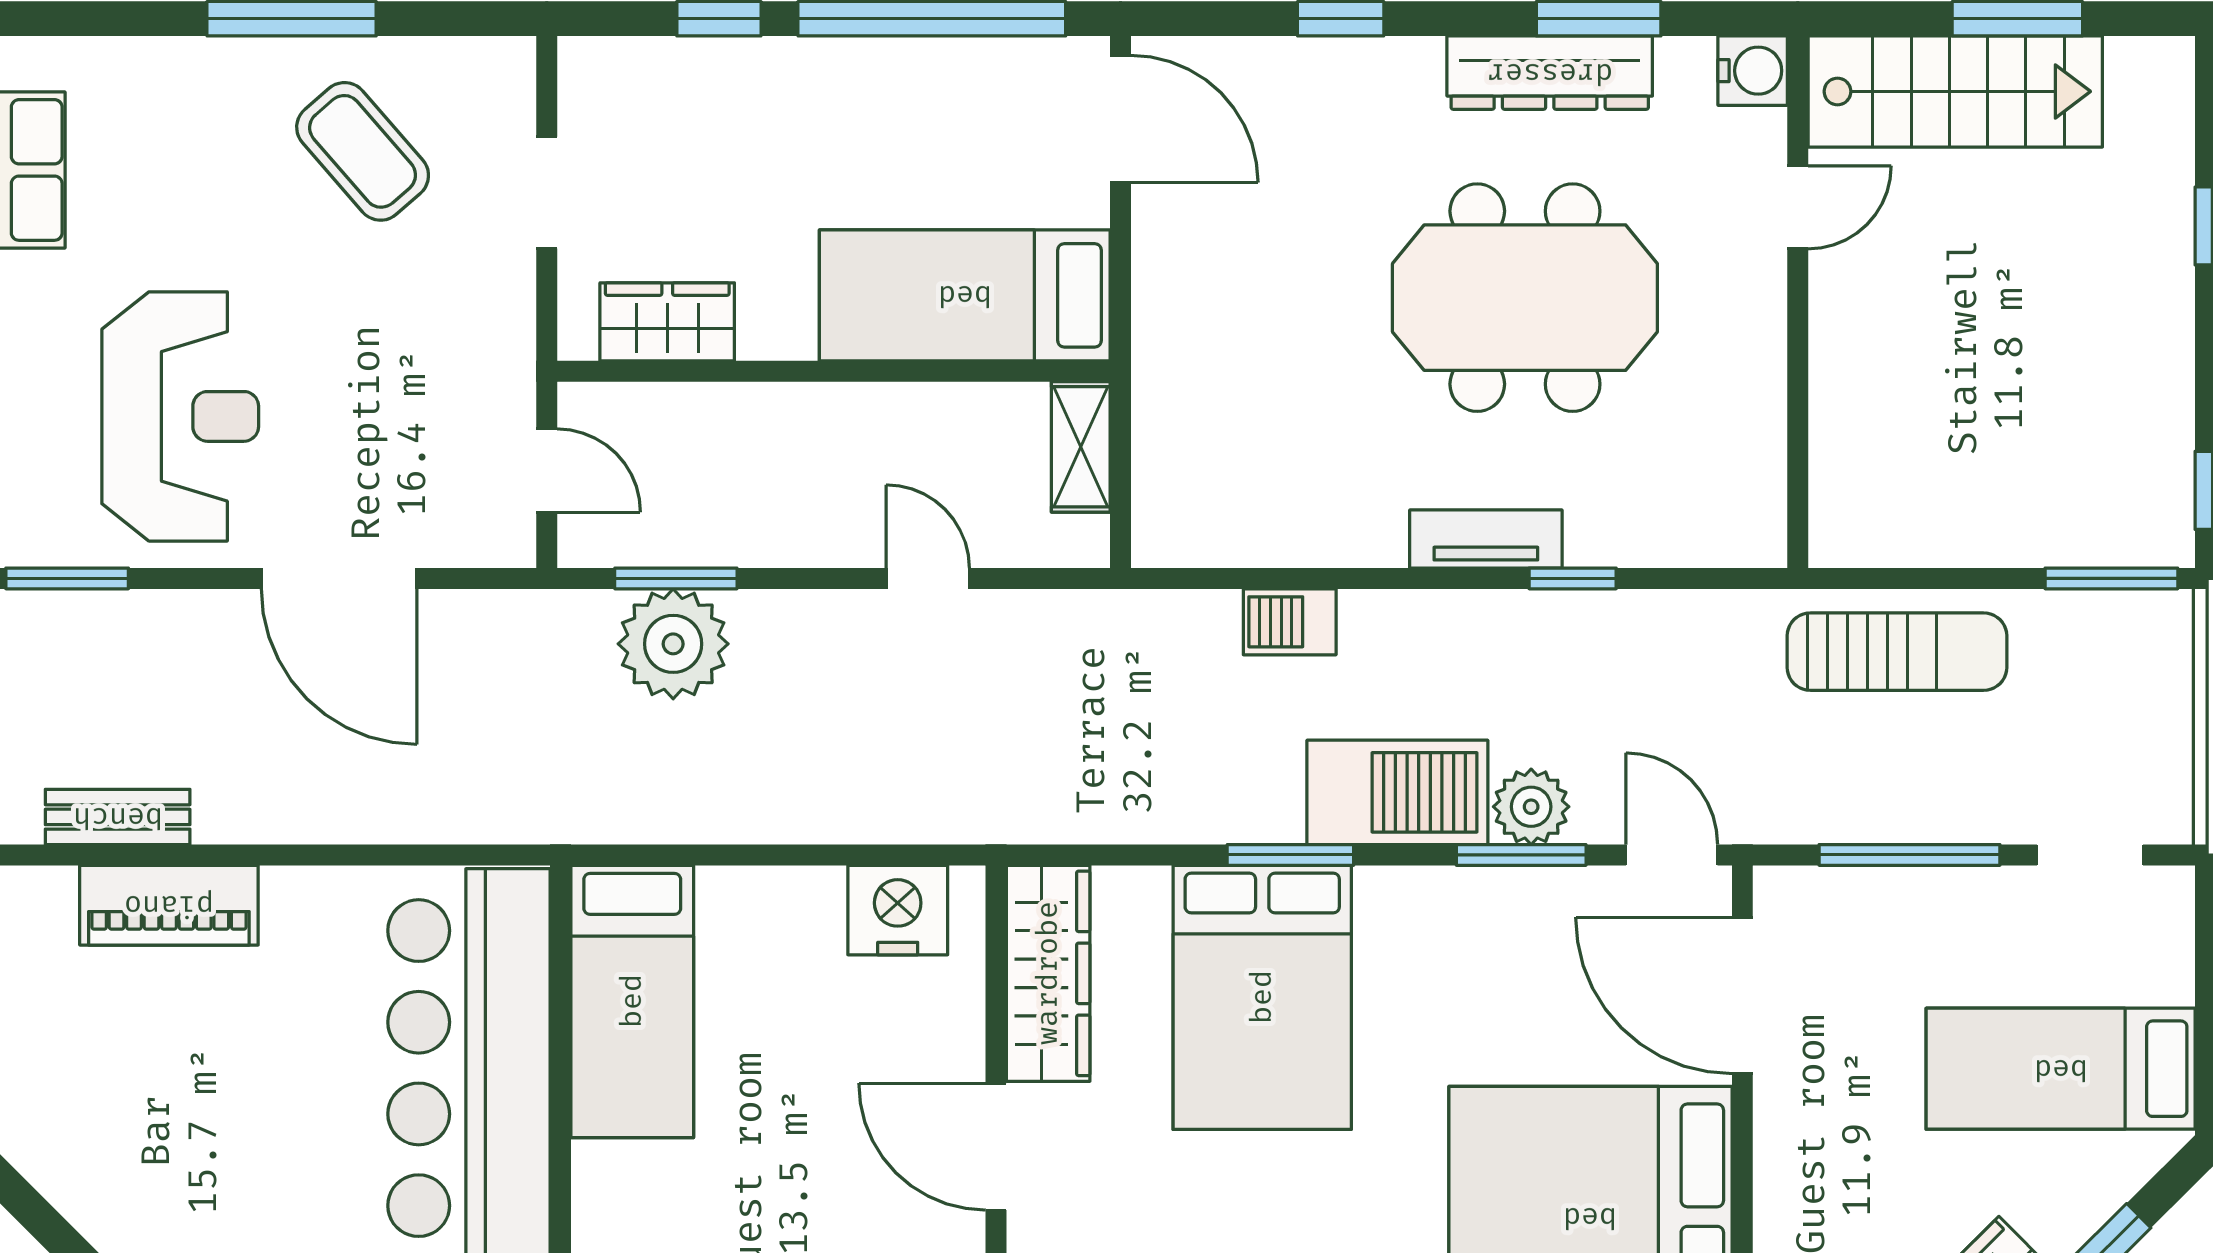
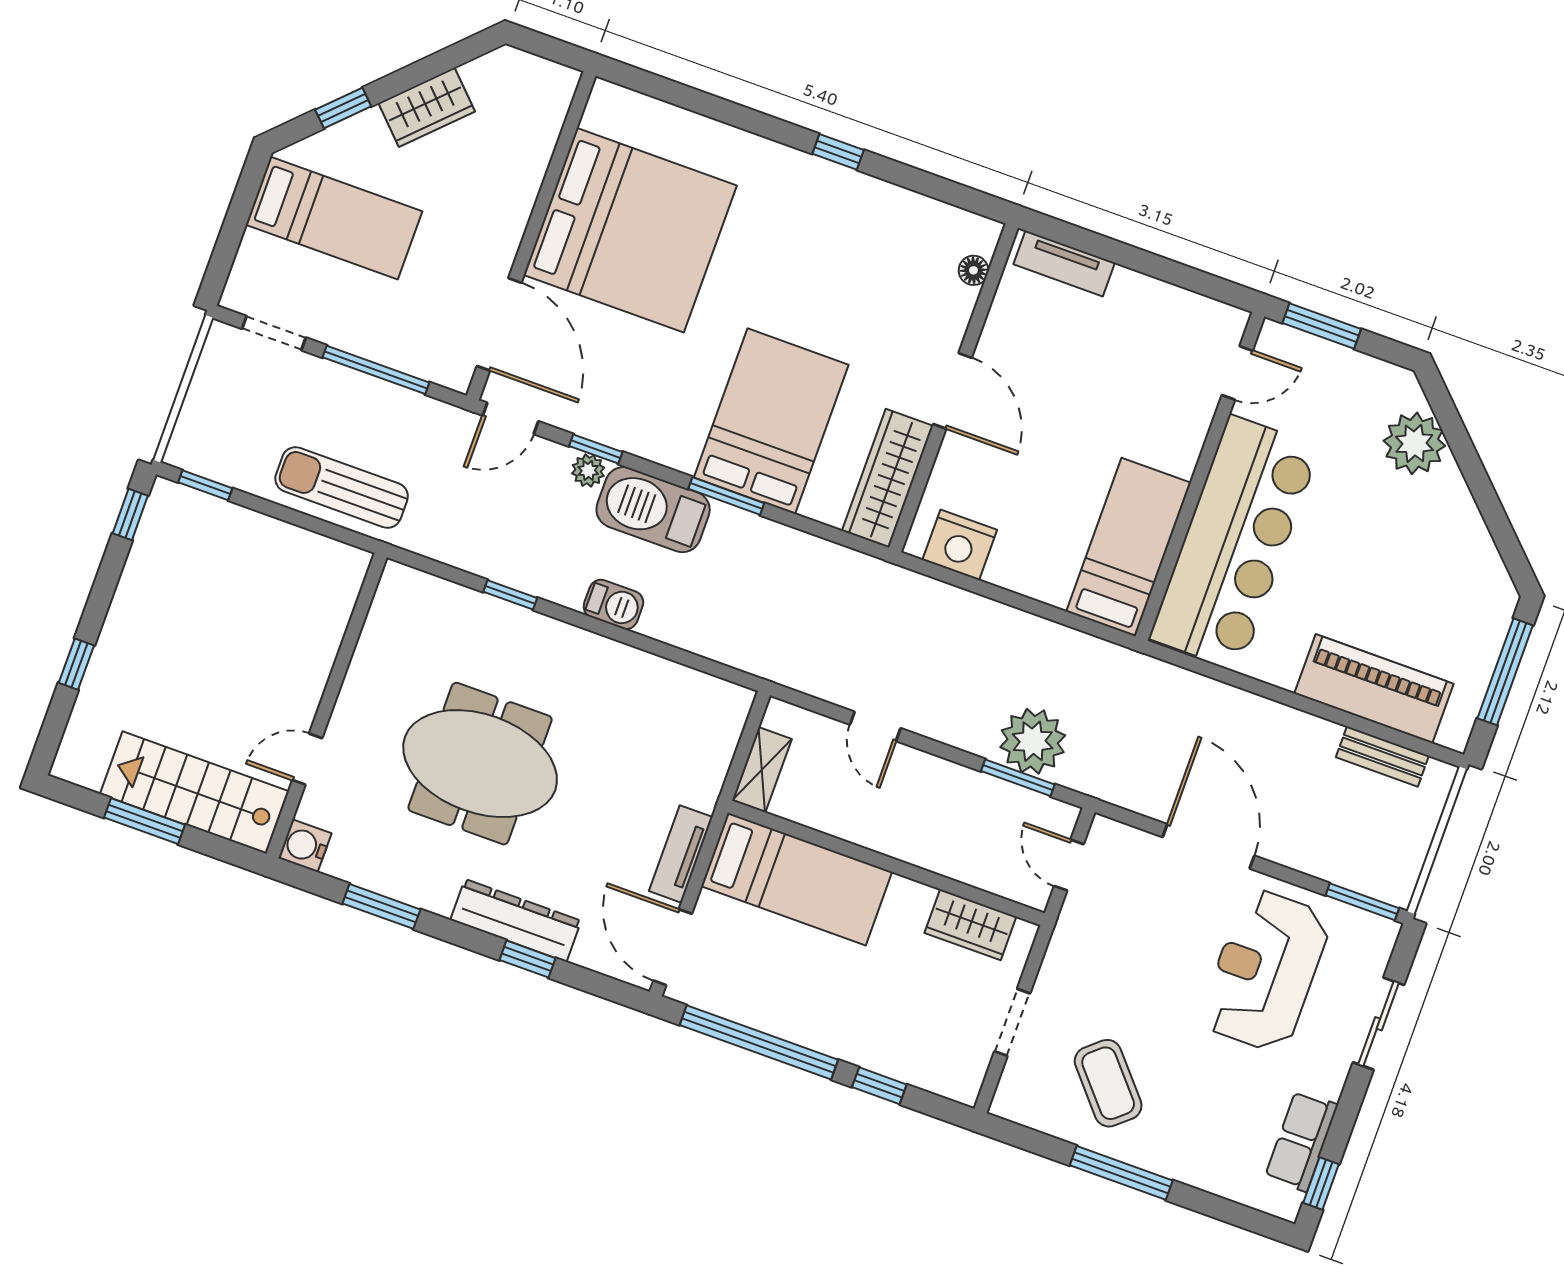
dresser: (1550, 73) -> (516, 920), moved
tv unit: (1486, 539) -> (681, 854), moved, turned 90
window: (2111, 578) -> (205, 485), width x0.67
barbecue: (1290, 622) -> (613, 604), moved
plant: (1531, 807) -> (588, 470), width x0.73, depth x0.73
window: (1521, 855) -> (596, 449), width x0.67
door: (1672, 855) -> (510, 418), hinge flipped
piano: (169, 905) -> (1374, 689), width x1.37, depth x1.33

